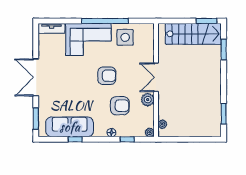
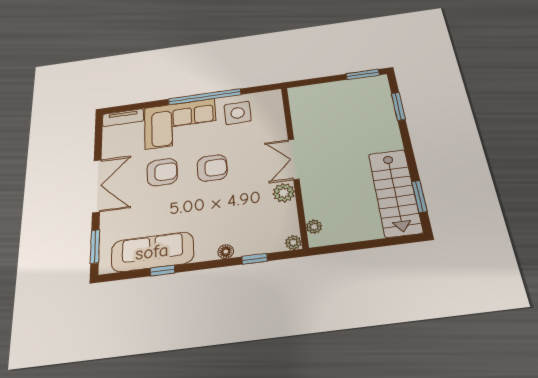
stairs: (193, 34) -> (395, 192), moved, turned 90
double door: (36, 77) -> (97, 186), swing flipped
armchair: (120, 106) -> (162, 172), moved

